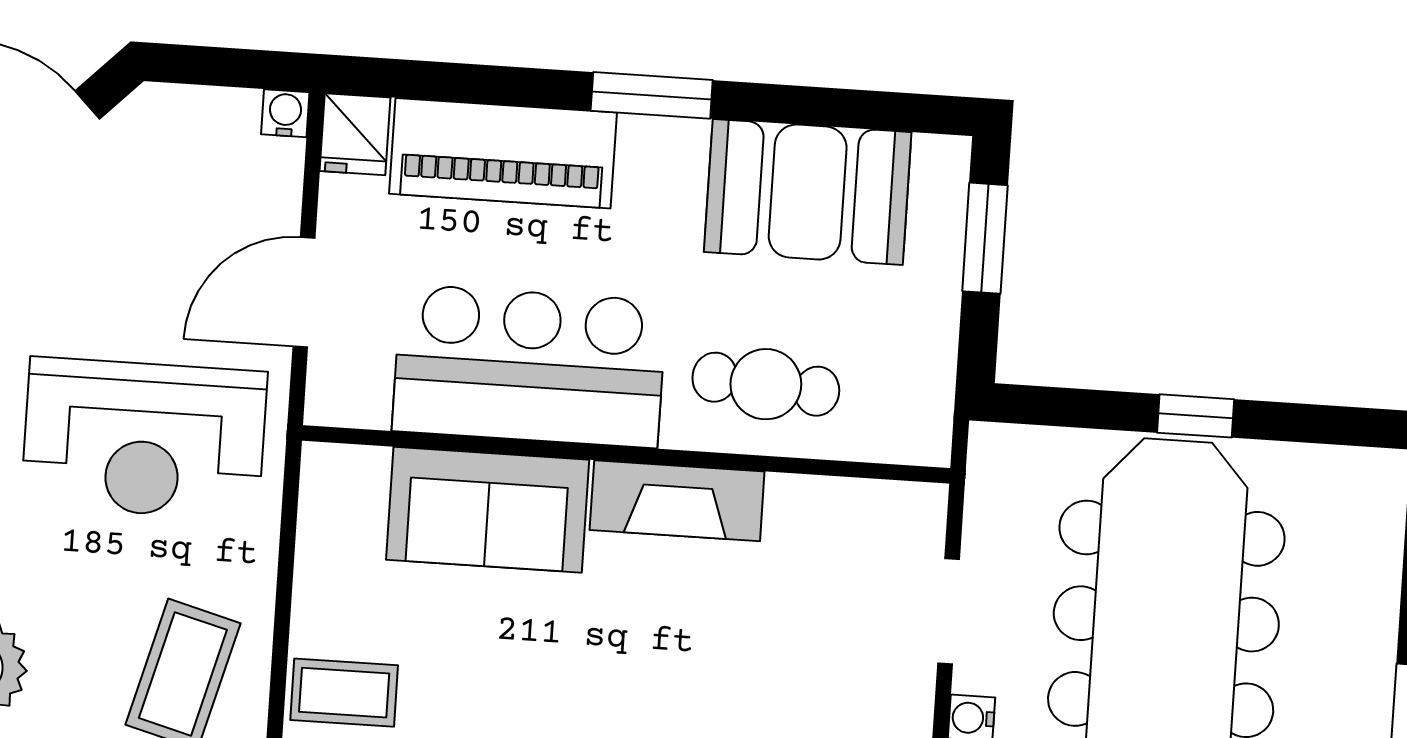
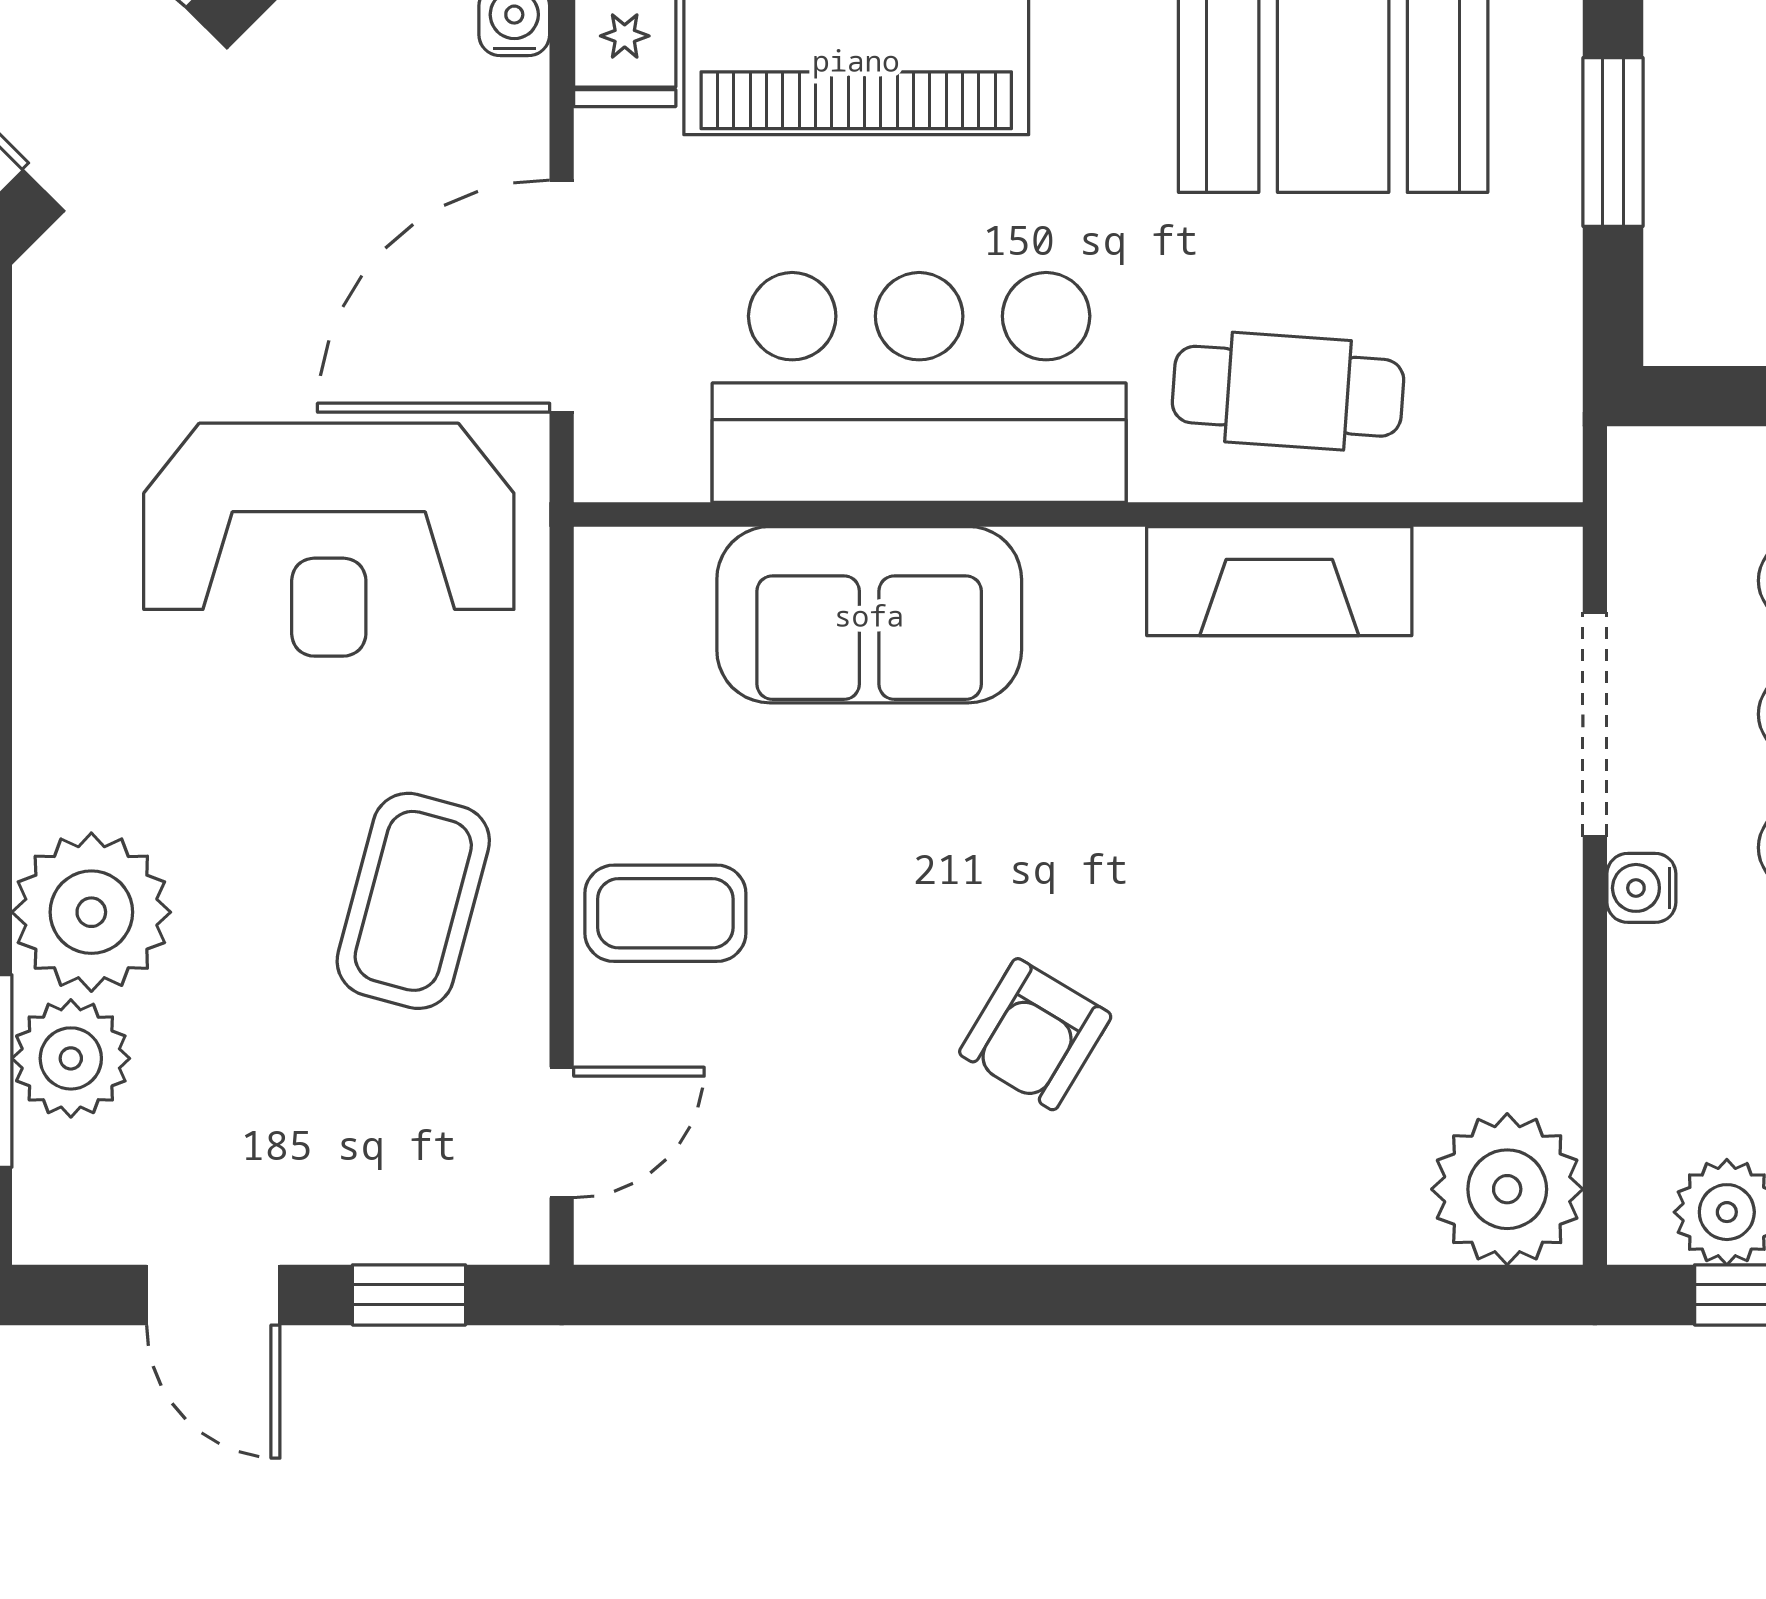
door: (304, 292) -> (562, 296), width x1.36
fireplace: (677, 501) -> (1279, 581), moved
doorway: (949, 611) -> (1595, 725), width x1.38

